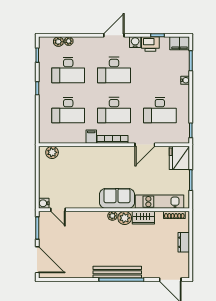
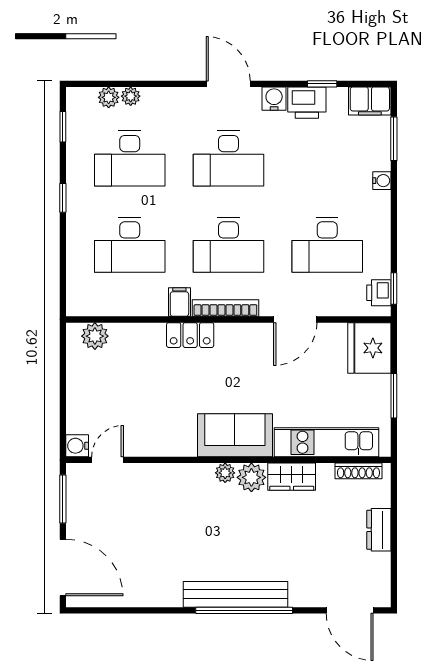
door: (114, 35) -> (228, 84), hinge flipped
printer: (184, 132) -> (379, 293), added
locker: (96, 152) -> (190, 335), added
door: (58, 210) -> (108, 460), swing flipped

